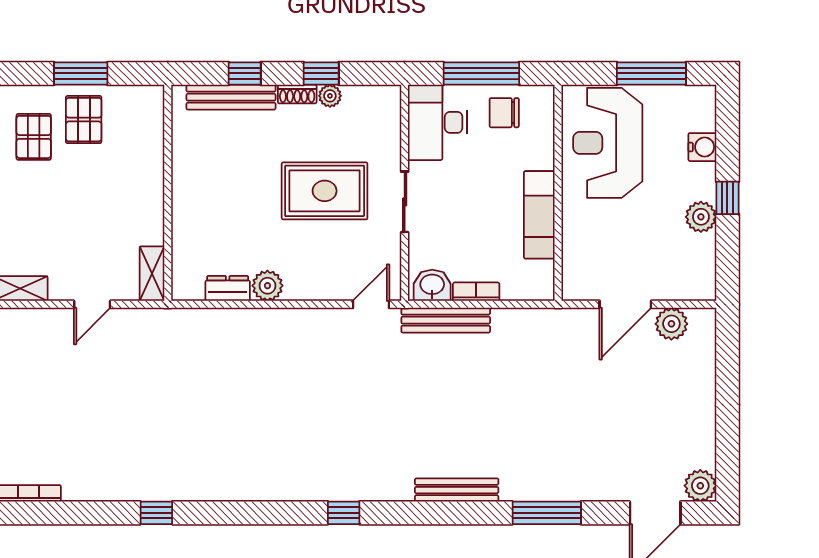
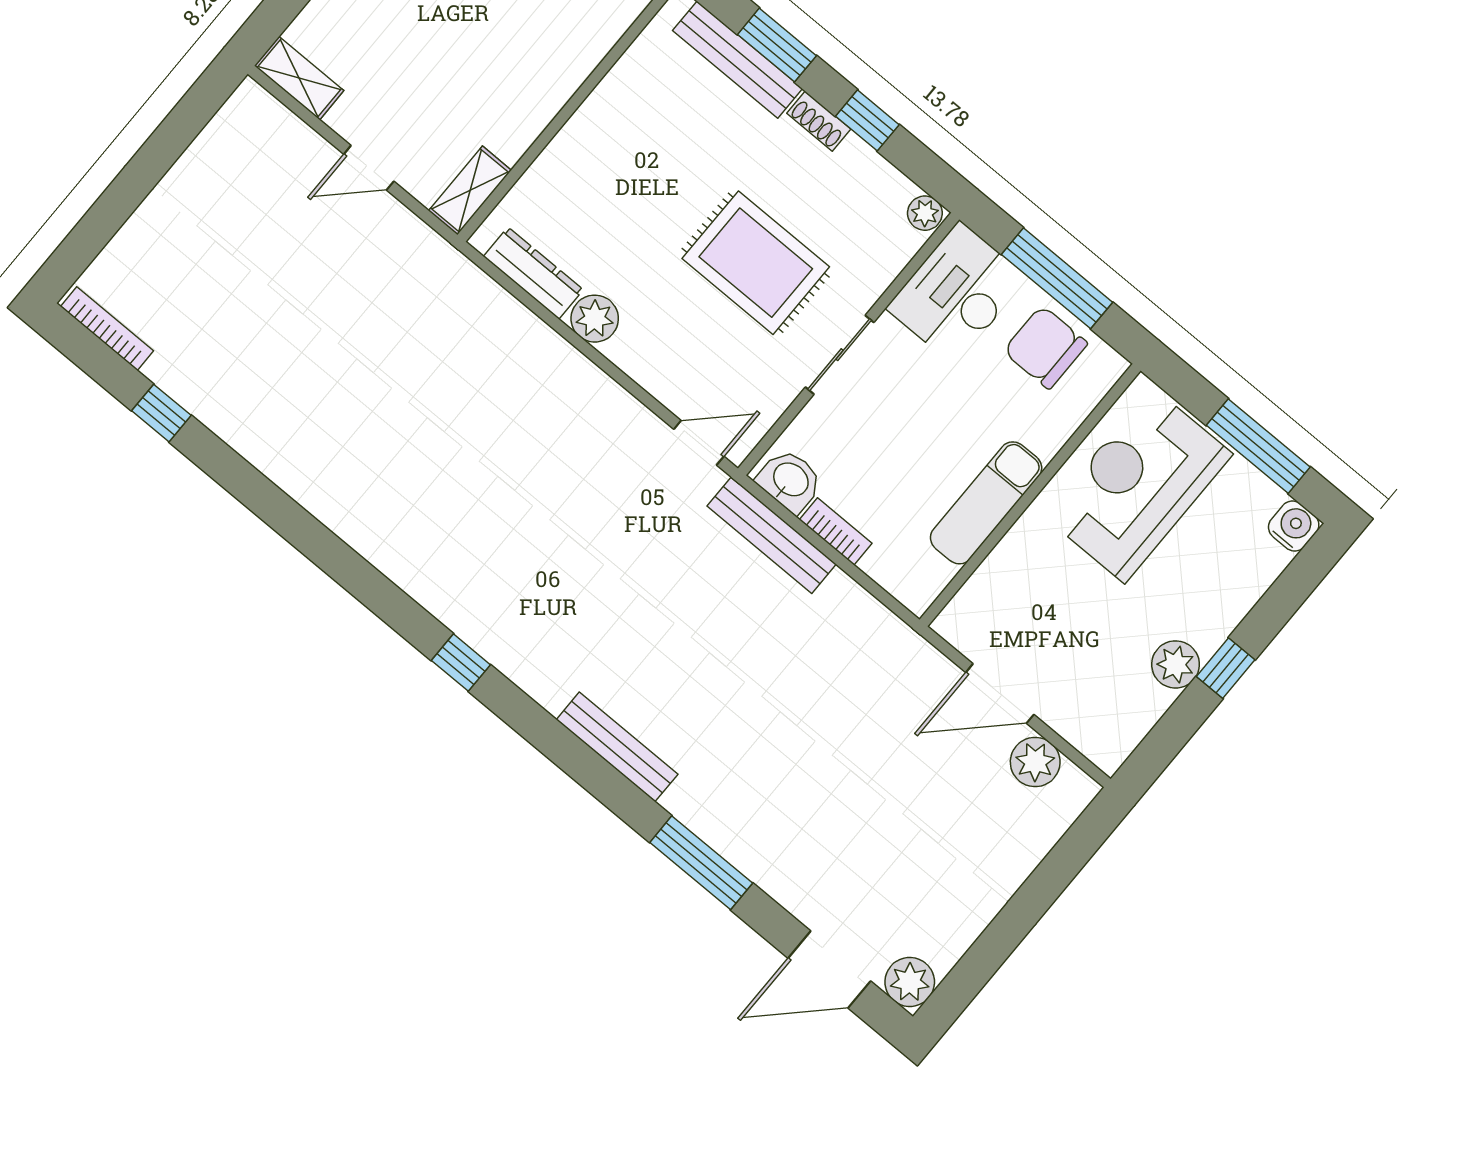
window: (245, 73) -> (777, 45), width x1.50
plant: (330, 96) -> (925, 213), moved
chair: (504, 113) -> (1045, 347), width x1.37, depth x1.37
water cooler: (702, 147) -> (1294, 526), moved, turned -90
dresser: (228, 288) -> (533, 273), width x1.44
window: (156, 513) -> (161, 413), moved

